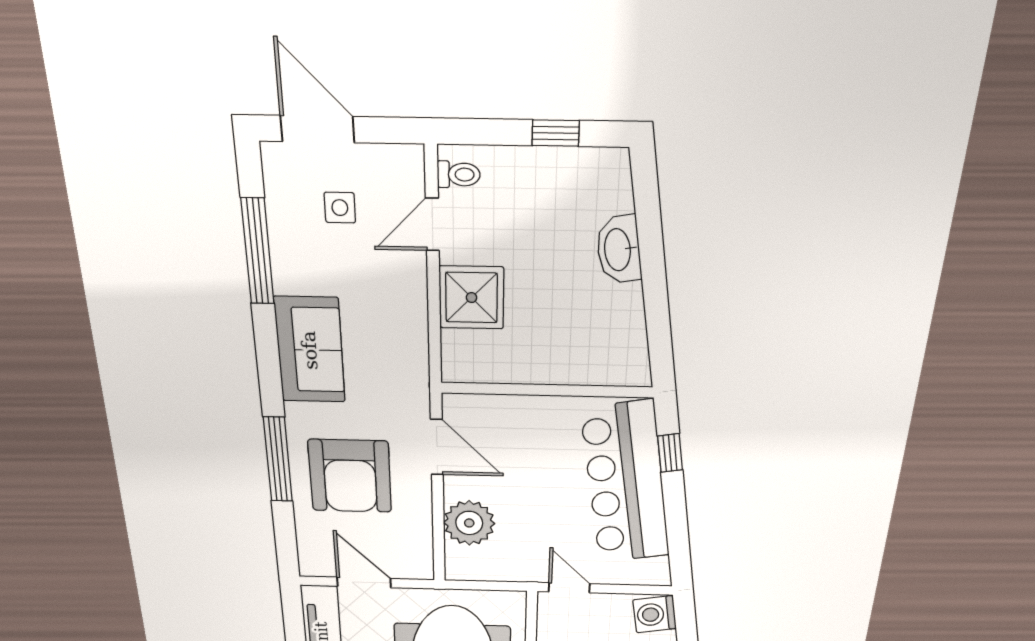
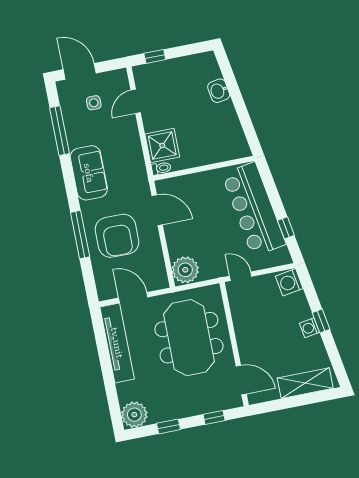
window: (556, 133) -> (155, 56), moved
toilet: (459, 174) -> (161, 168), moved
washbasin: (619, 250) -> (219, 91), width x0.72
shower: (471, 298) -> (162, 146), moved
window: (670, 453) -> (286, 228), moved
plant: (469, 523) -> (185, 270), moved

